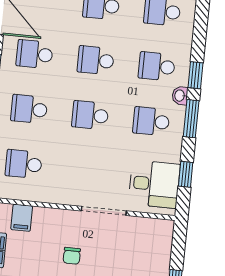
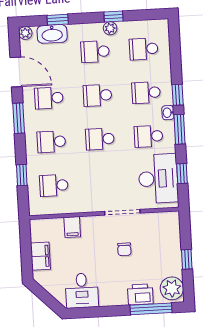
desk: (154, 184) -> (158, 179), width x1.37
filing cabinet: (22, 218) -> (72, 227), moved
chair: (72, 256) -> (124, 249), moved

